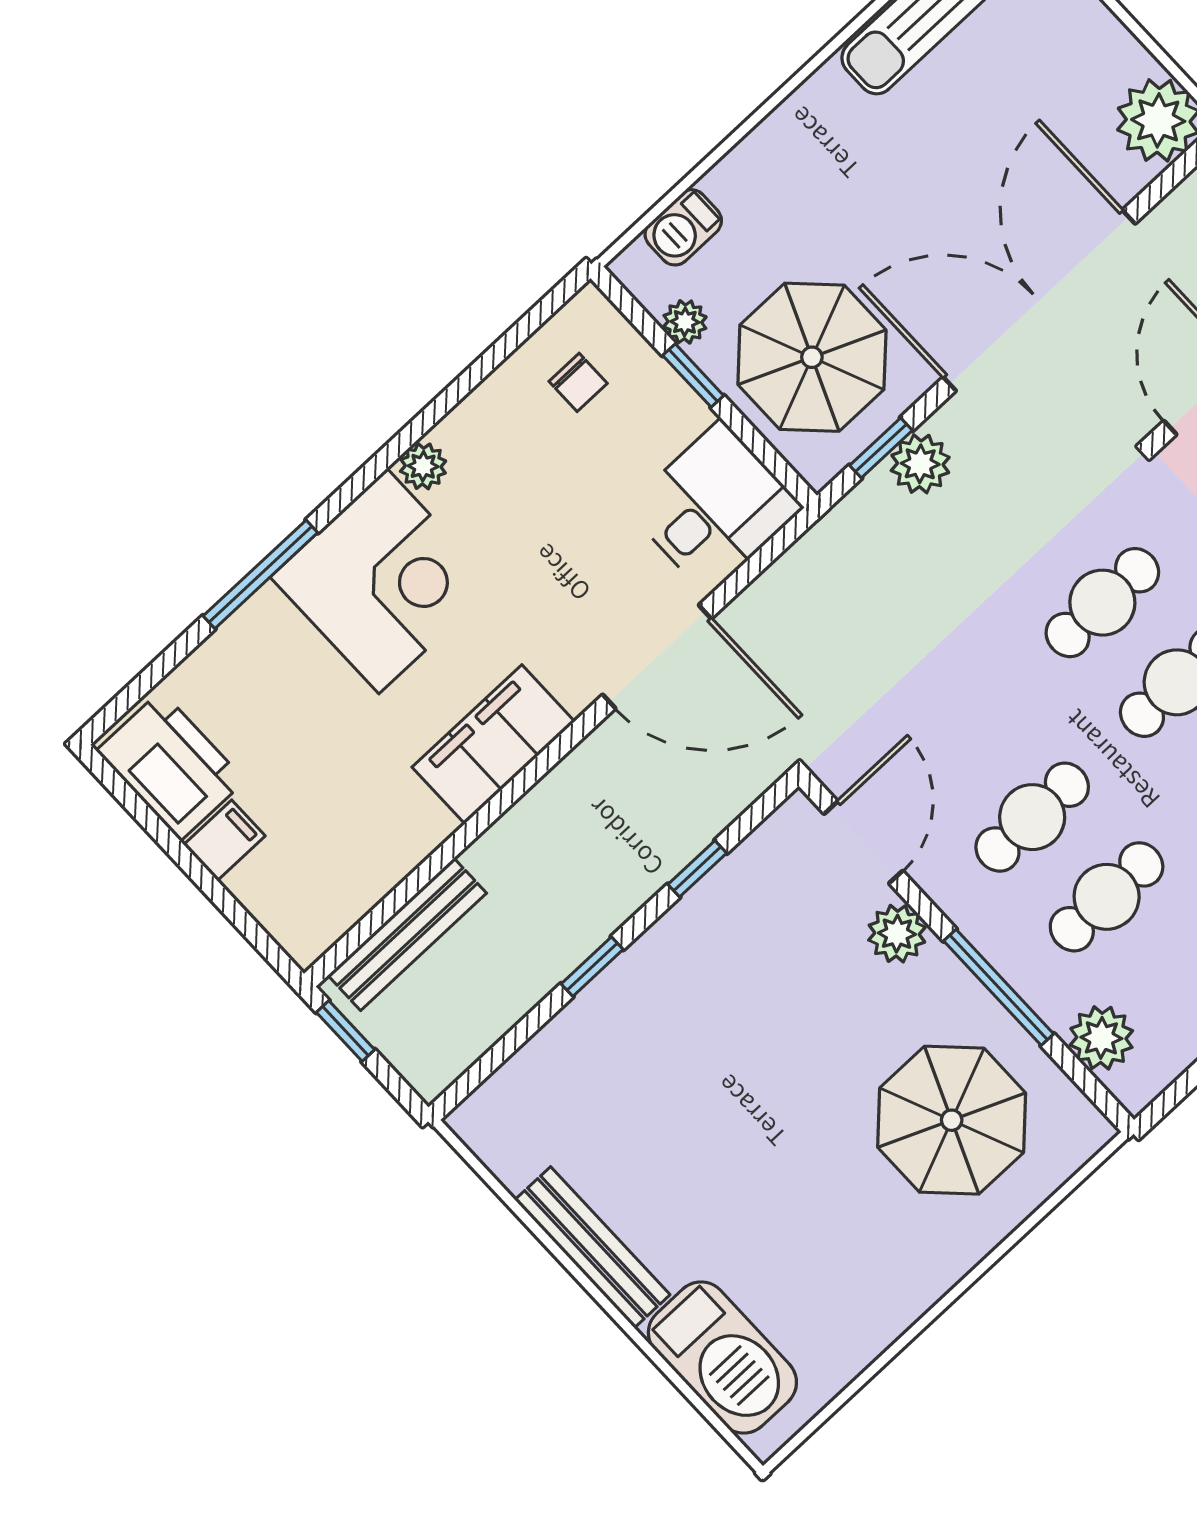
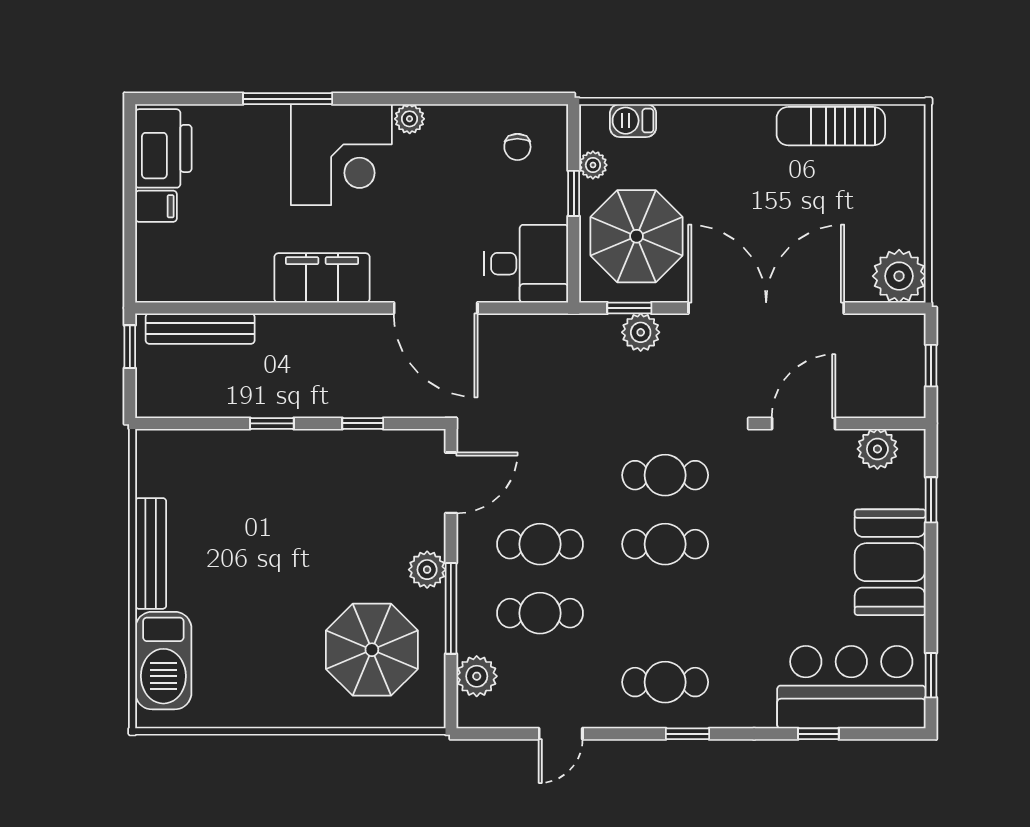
plant: (897, 934) -> (427, 570), moved

